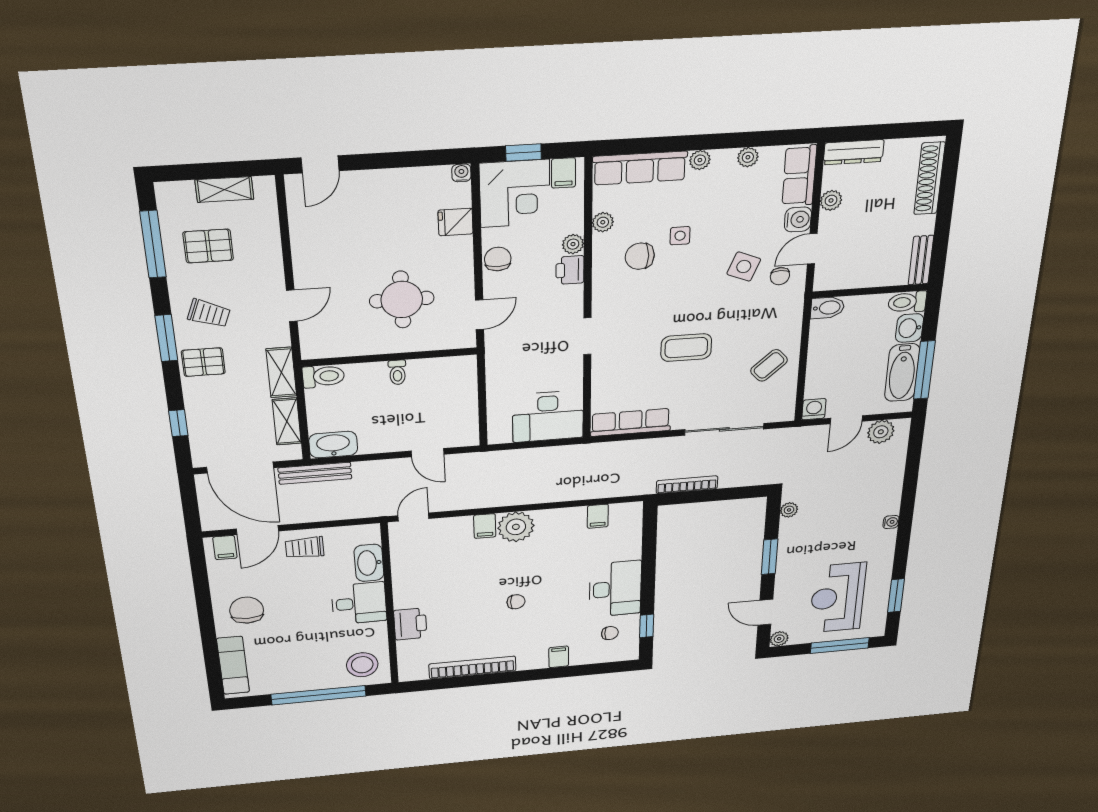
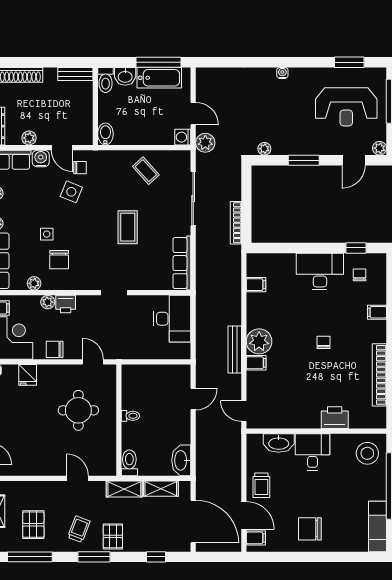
plant: (881, 432) -> (205, 143), moved
door: (240, 467) -> (193, 522), hinge flipped
bench: (315, 473) -> (235, 349), moved
exam couch: (233, 665) -> (378, 526), moved, turned -90

